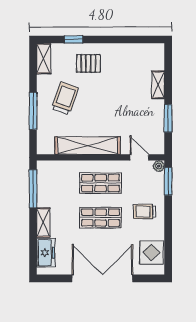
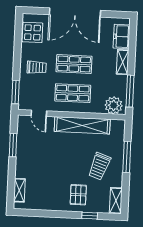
pallet: (88, 63) -> (78, 195), turned 90
shelving: (158, 85) -> (19, 190), moved
plant: (159, 166) -> (114, 105), moved, width x1.87, depth x1.87

